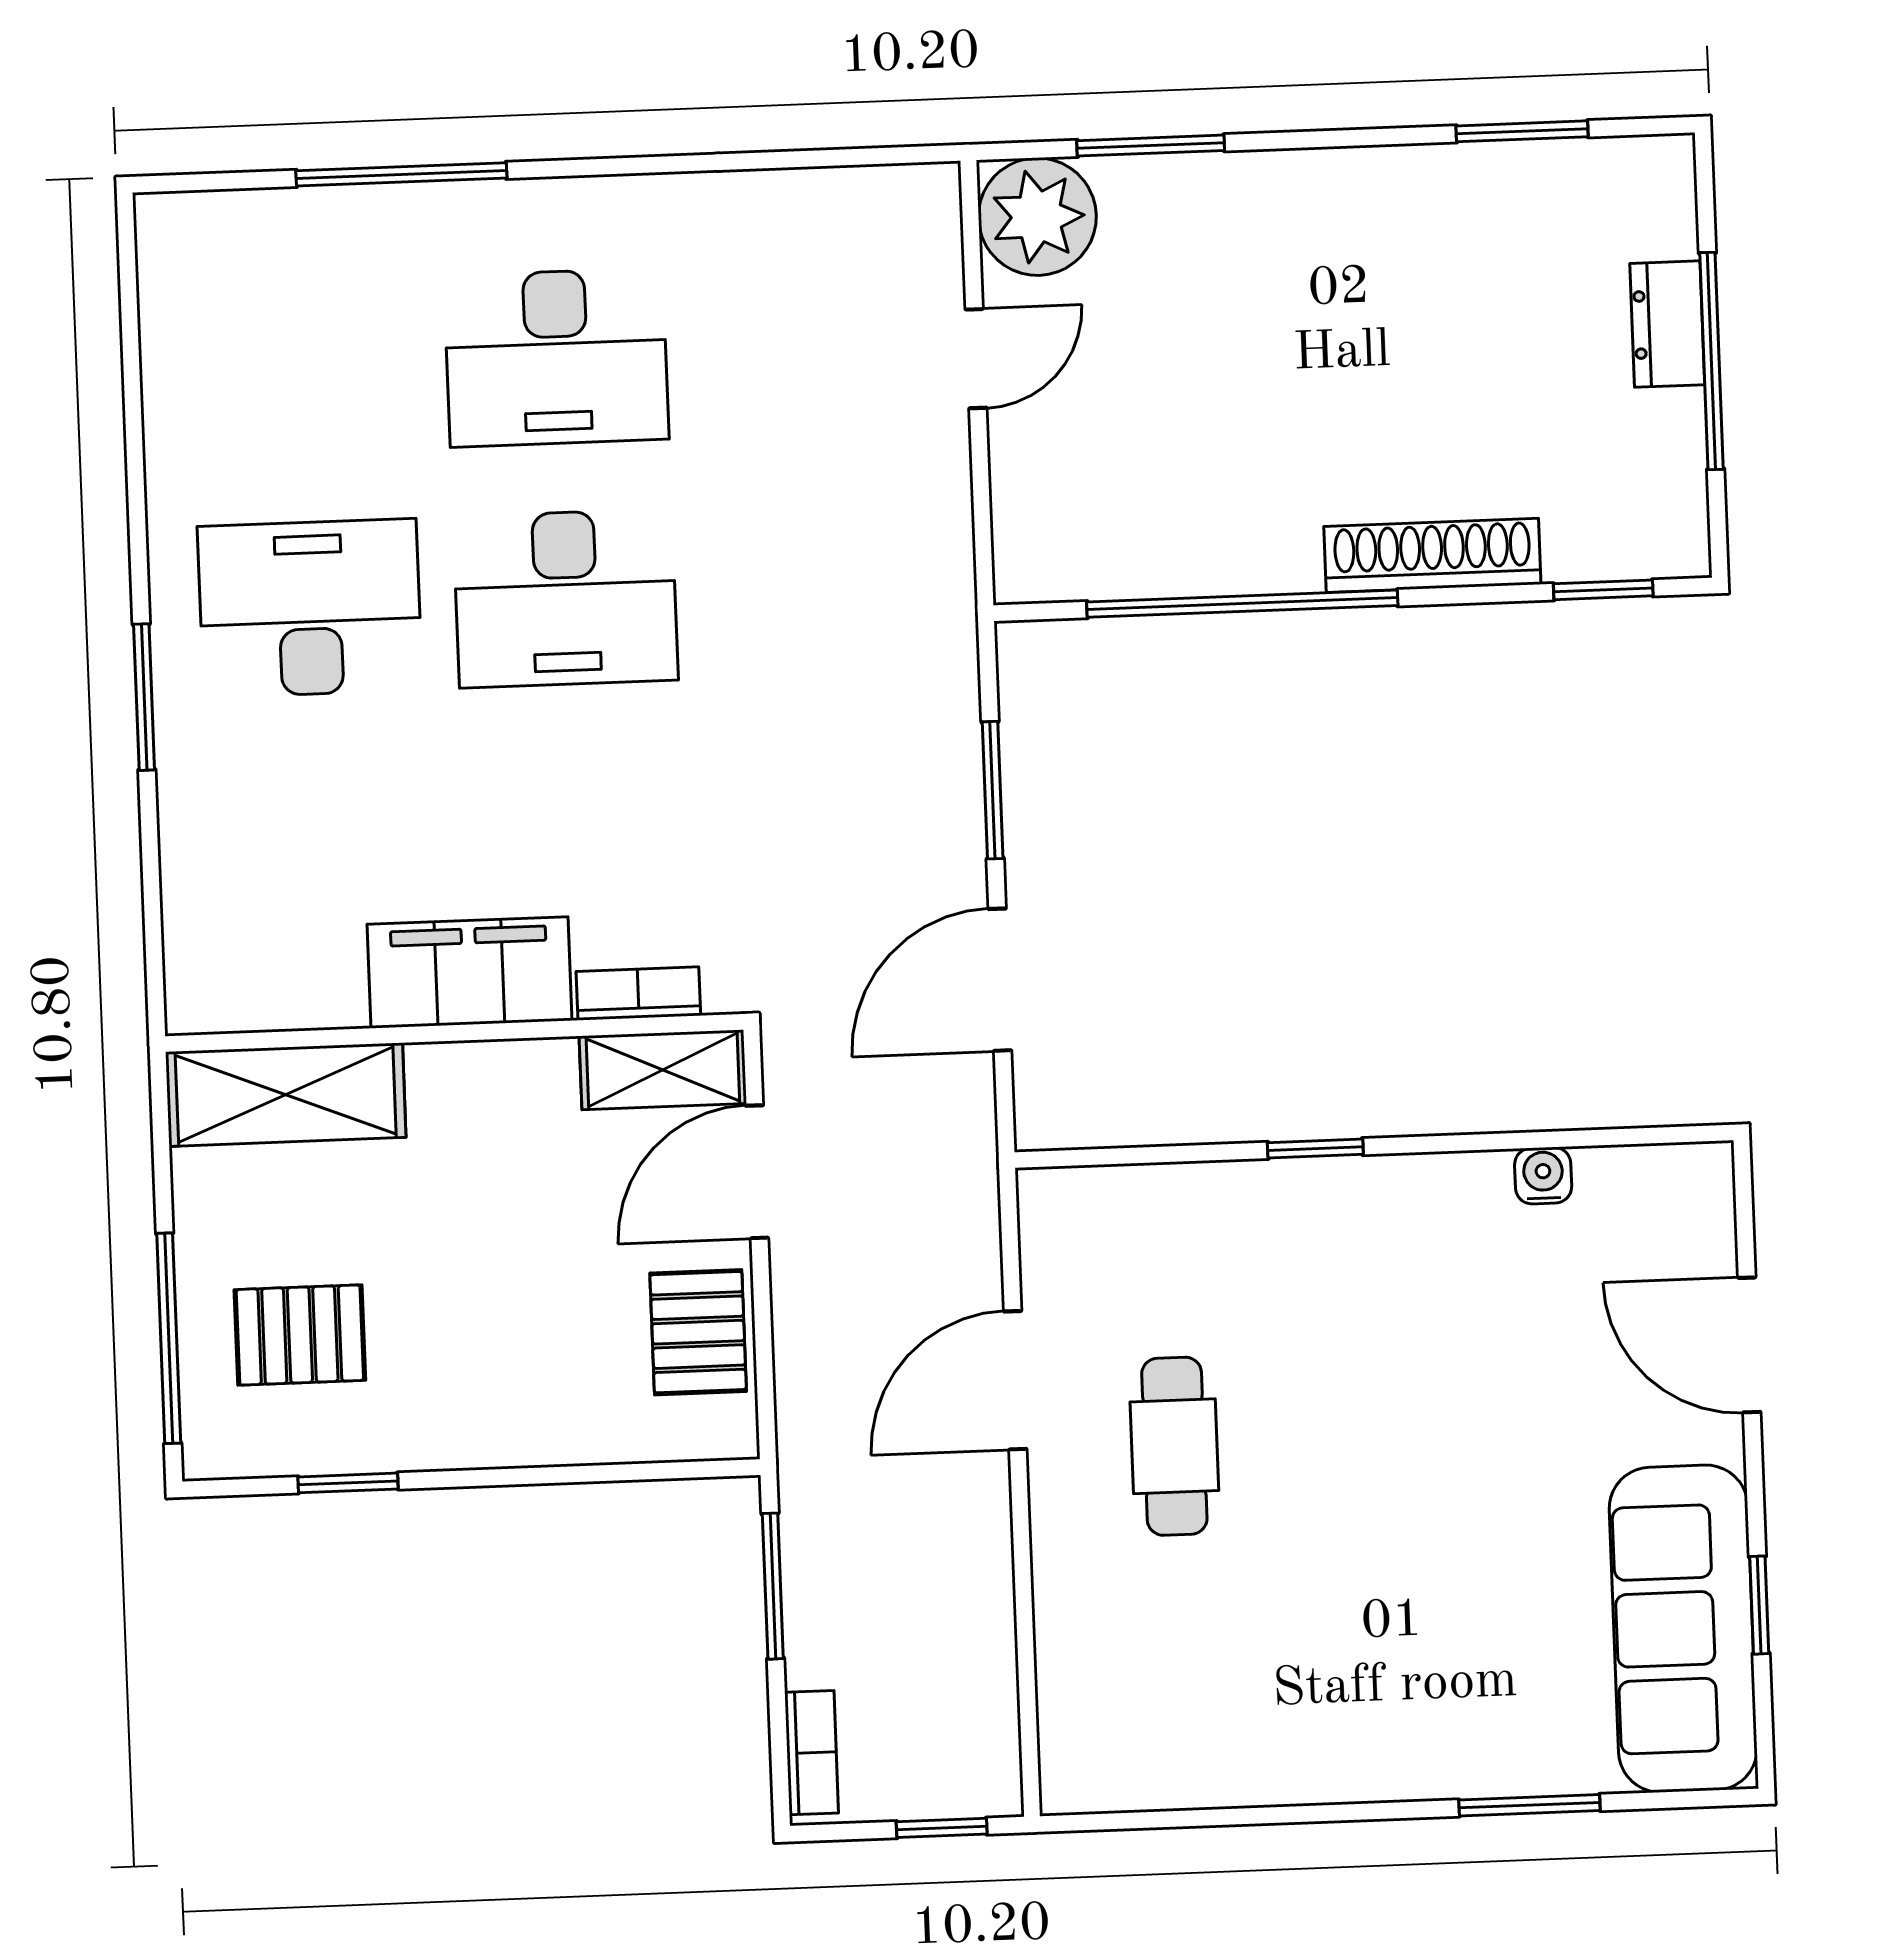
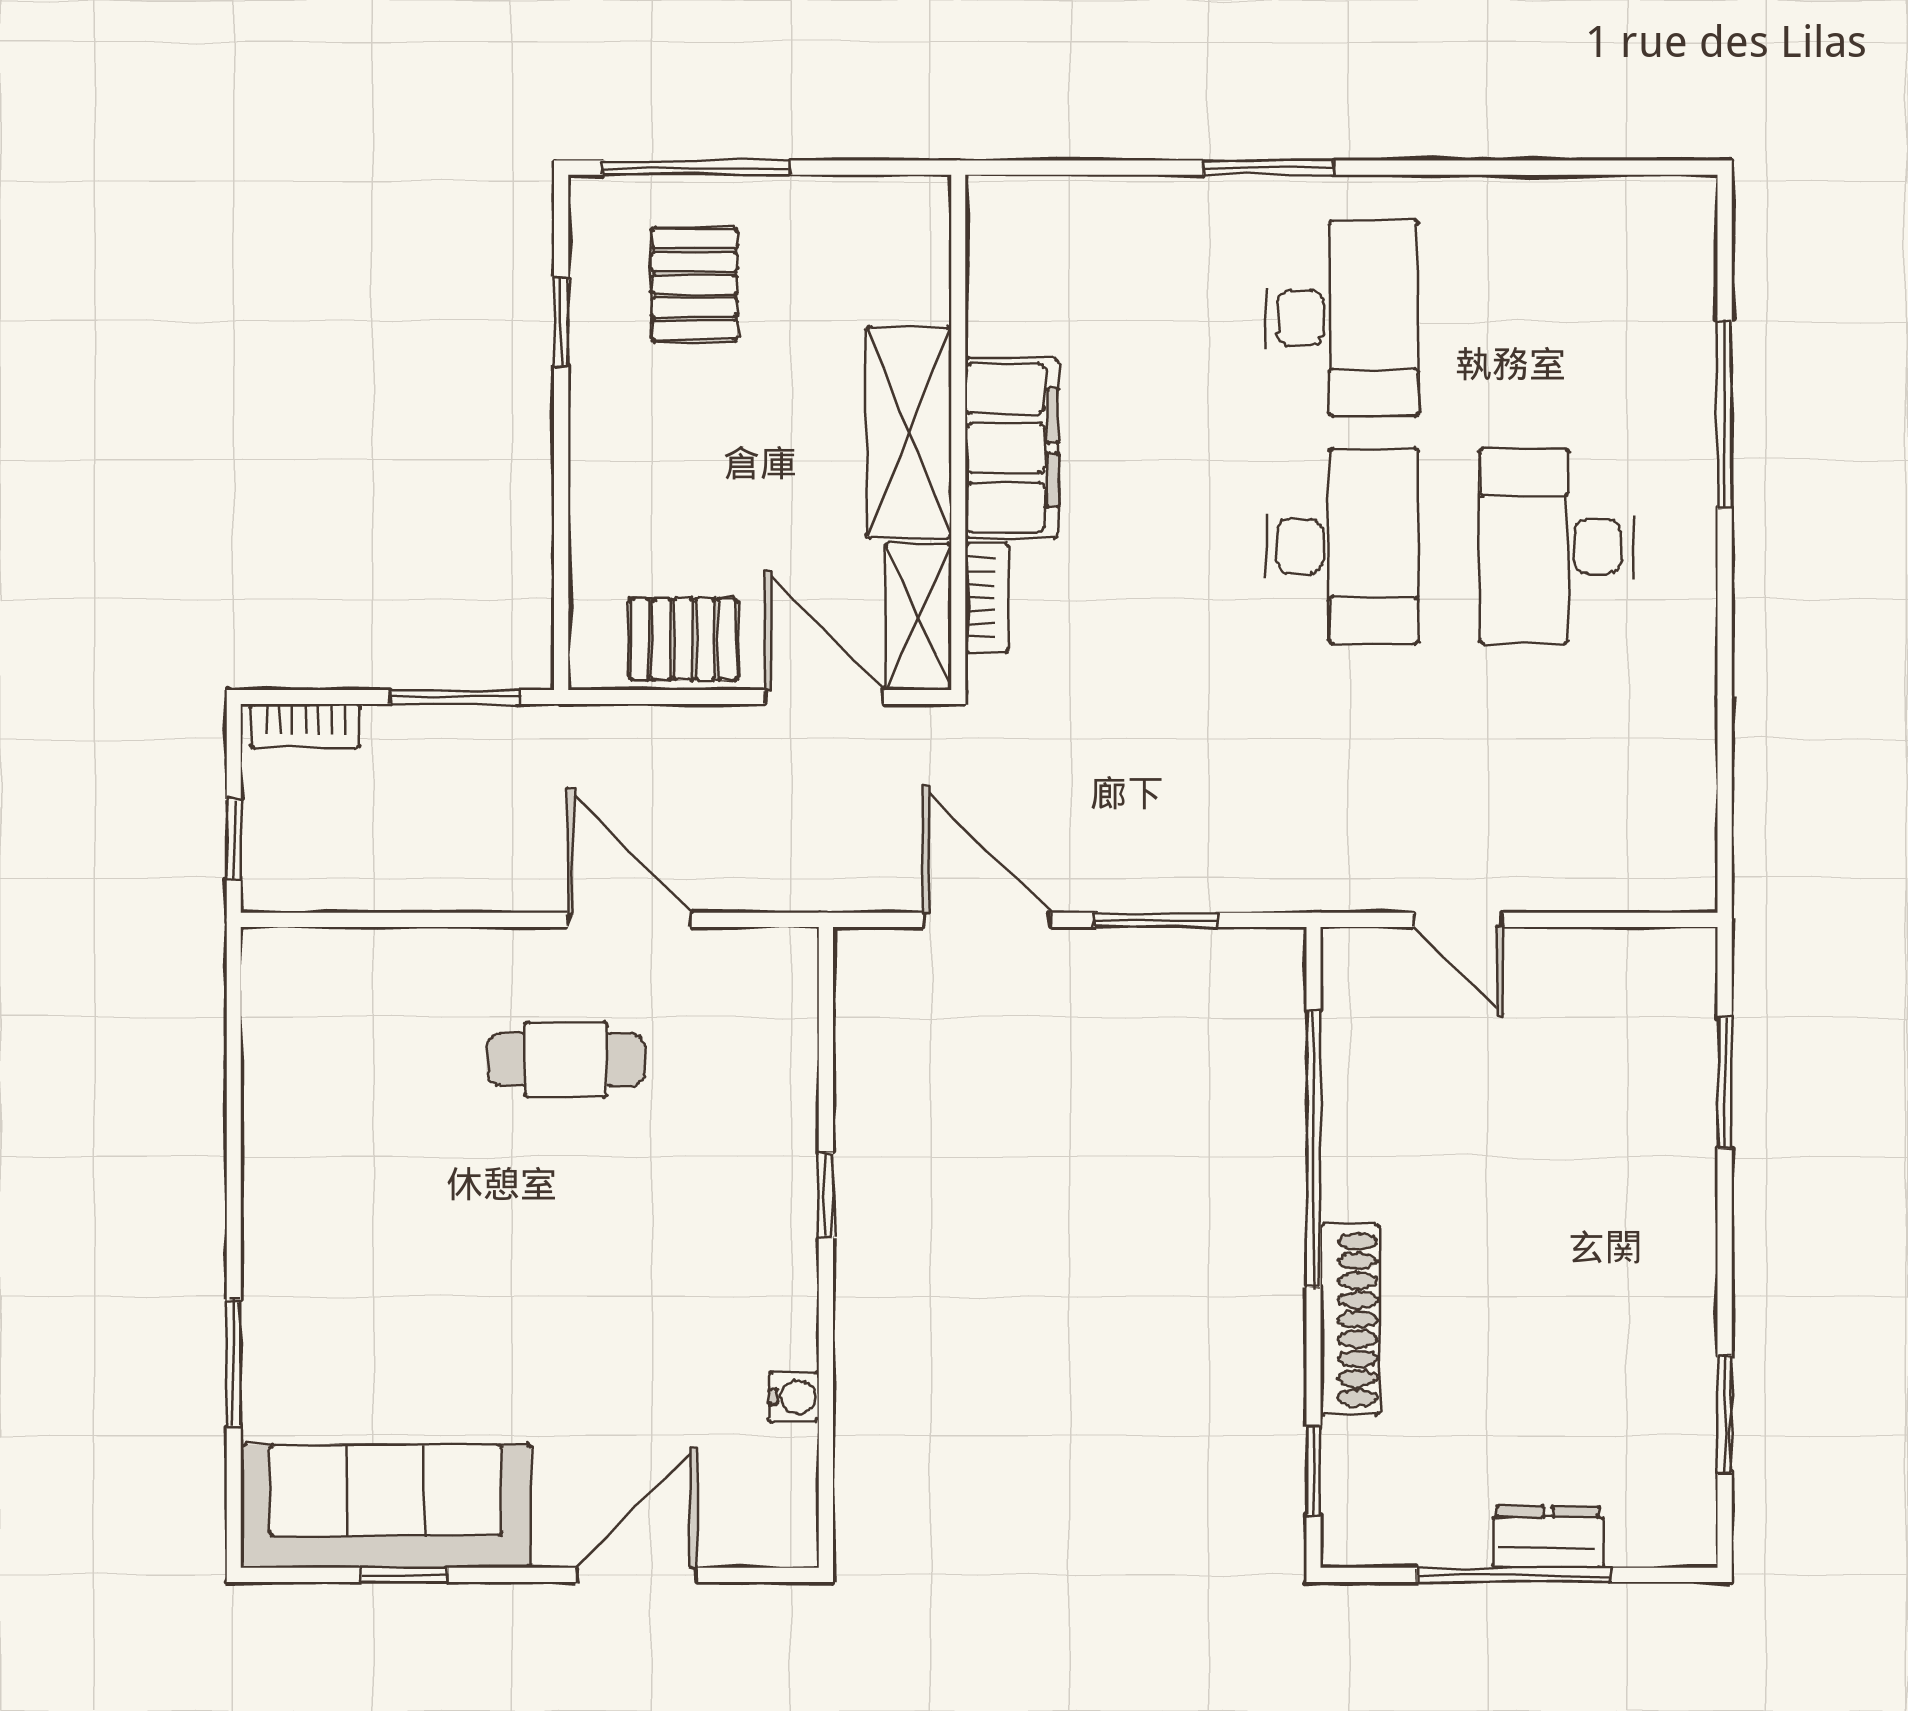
plant: (1037, 217) -> (1665, 979), removed
door: (976, 359) -> (1458, 920), moved
desk: (566, 598) -> (1341, 546), turned 180
shelving: (286, 1095) -> (909, 432), moved

